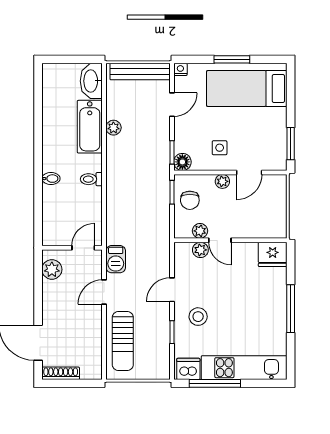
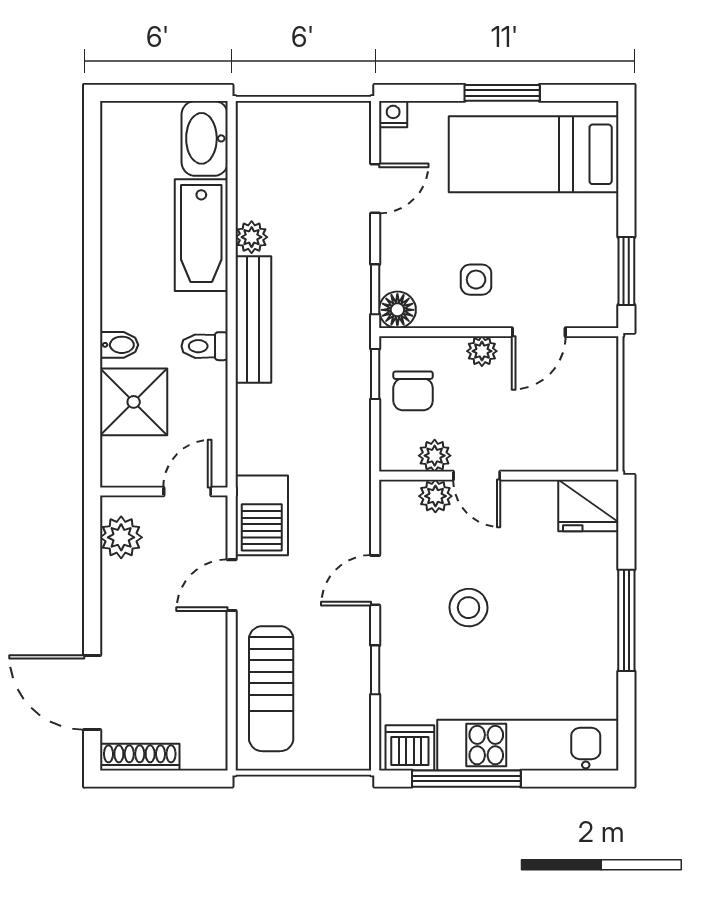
bench: (140, 72) -> (253, 320), moved, turned 90
shower: (58, 206) -> (134, 402), added
barbecue: (116, 259) -> (262, 515), width x1.38, depth x1.27
stool: (198, 317) -> (469, 608), moved

